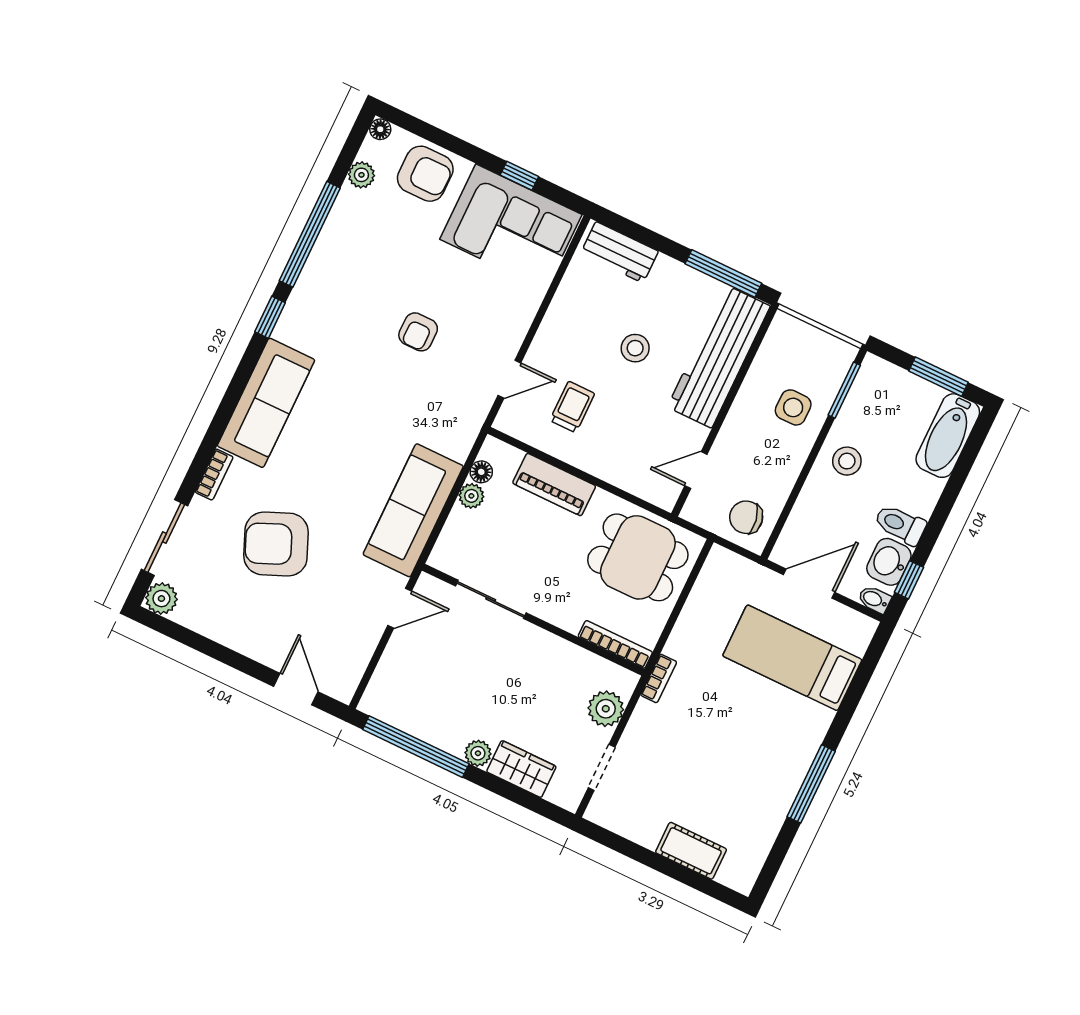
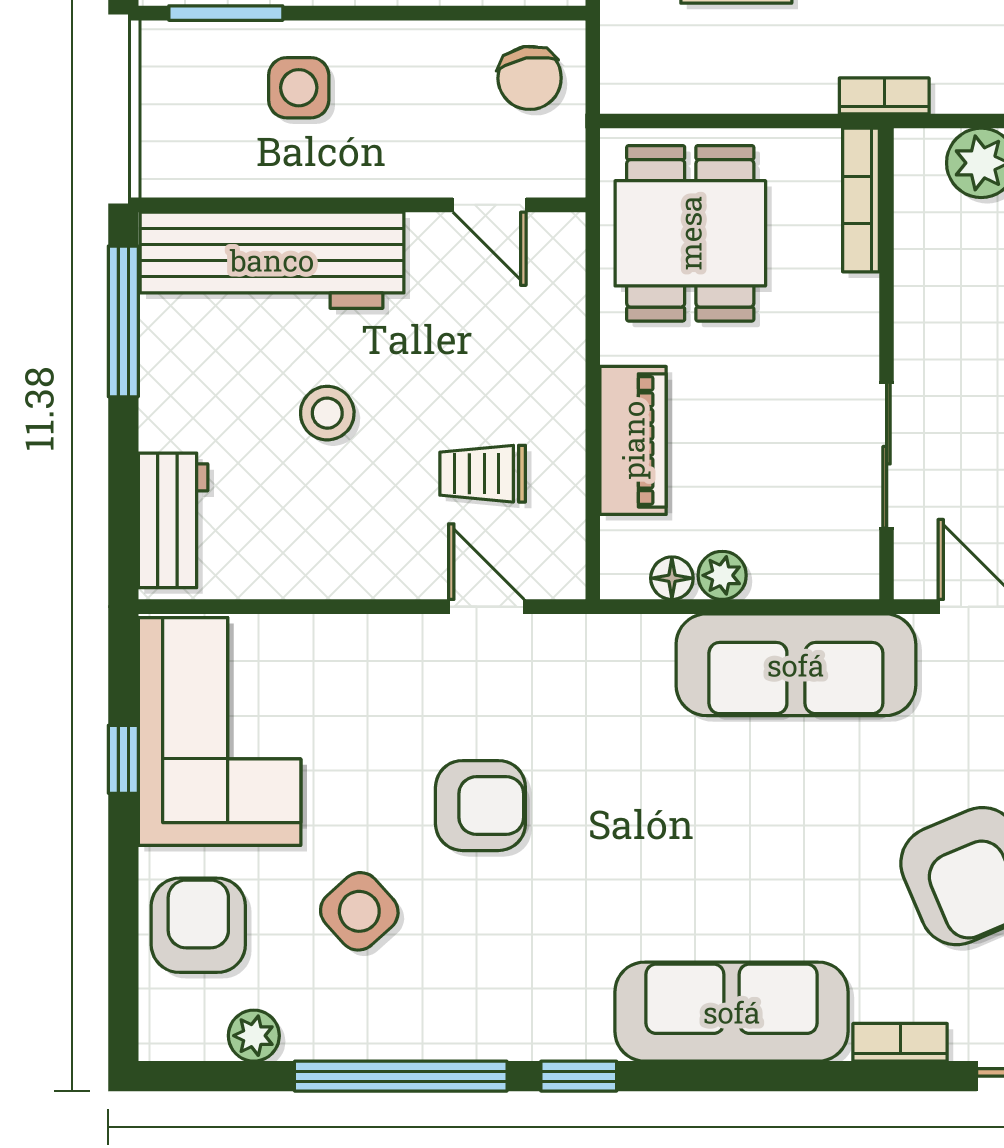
floor lamp: (380, 129) -> (158, 1041), removed
side table: (396, 252) -> (359, 911), added
armchair: (418, 332) -> (480, 806), width x1.38, depth x1.38

